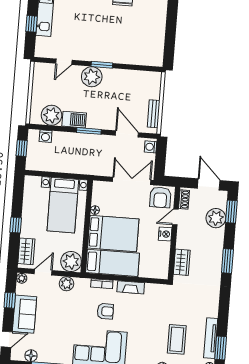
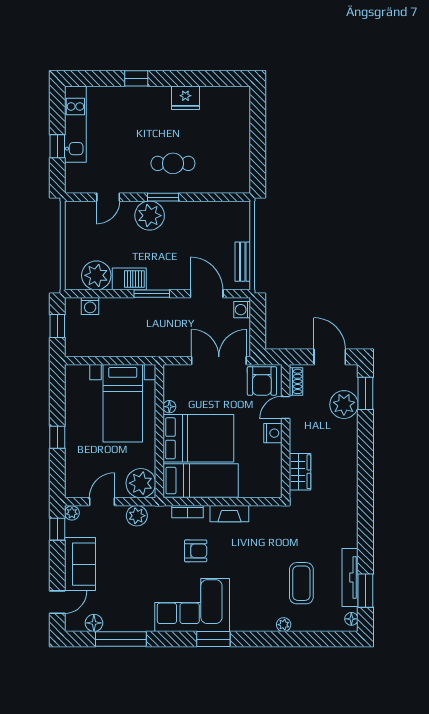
cafe table: (111, 42) -> (173, 163), added
wardrobe: (26, 251) -> (75, 474), removed
window: (227, 261) -> (365, 465), removed
window: (10, 300) -> (57, 529), moved

